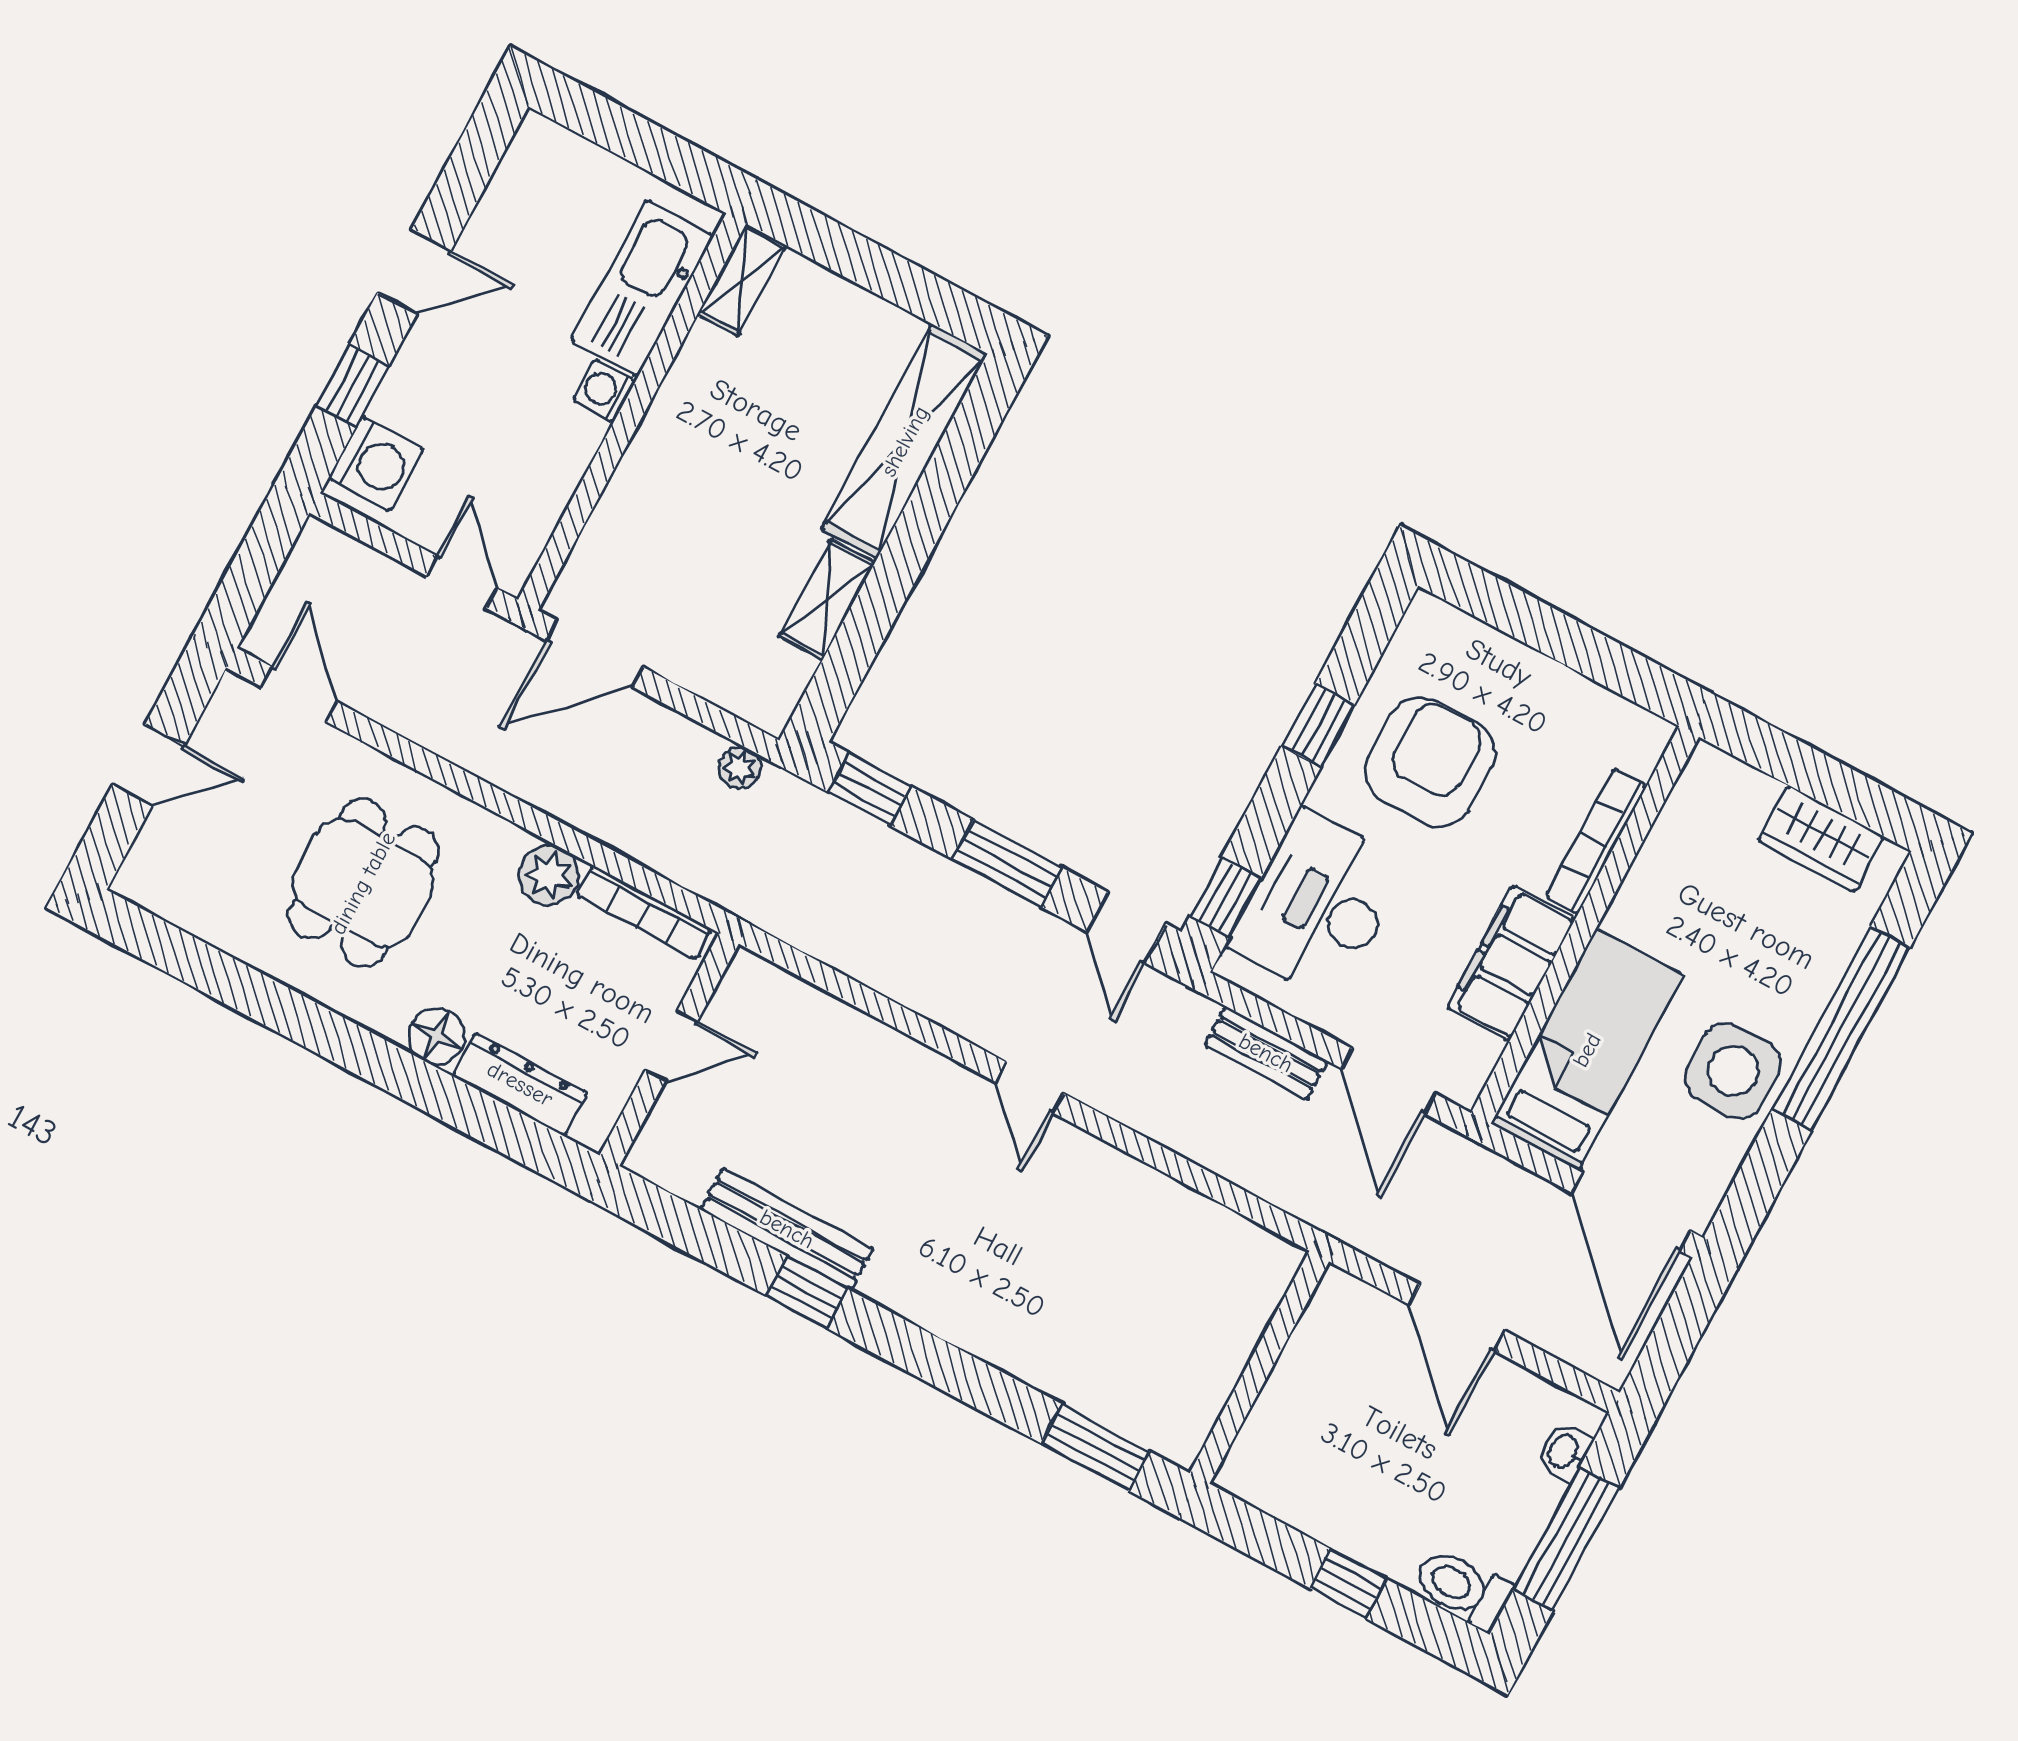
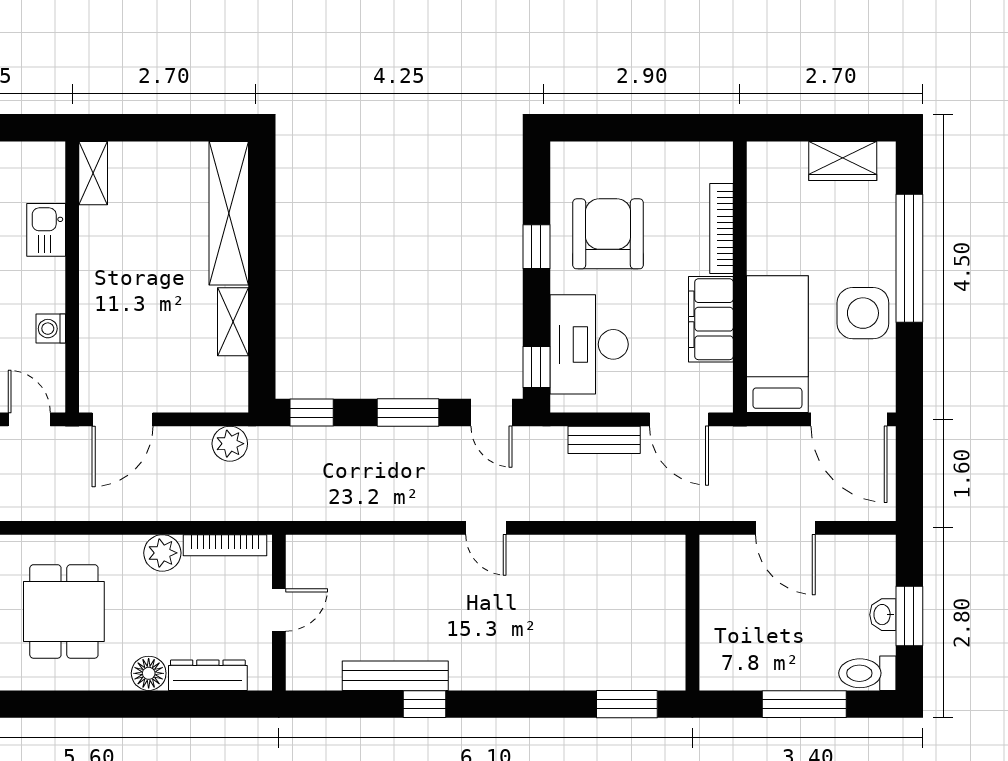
kitchen sink: (642, 288) -> (46, 230), width x0.53, depth x0.81
washing machine: (604, 391) -> (51, 329), moved
plant: (740, 768) -> (230, 444), width x1.38, depth x1.38
washbasin: (1564, 1452) -> (883, 615), moved
window: (1566, 1539) -> (909, 616), width x0.69
window: (1349, 1584) -> (804, 704), width x2.17

